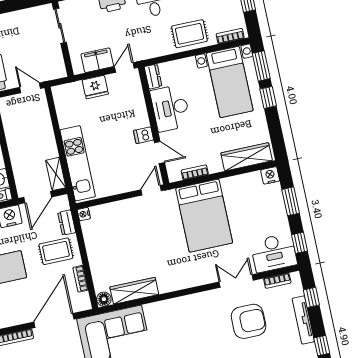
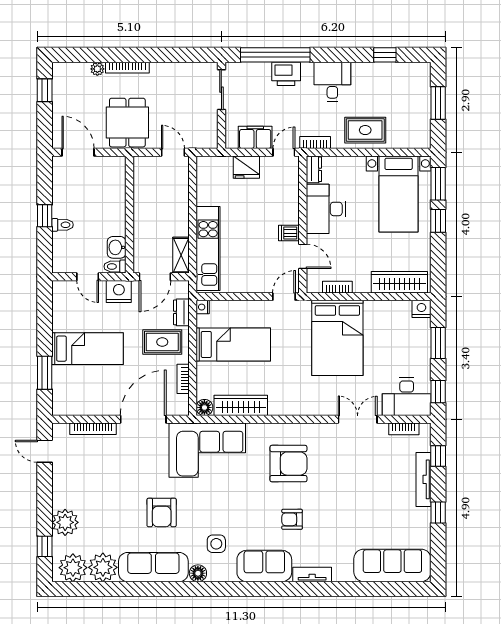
bookcase: (230, 36) -> (315, 143), moved
bed: (117, 240) -> (233, 344), added
armchair: (249, 321) -> (288, 464), moved

